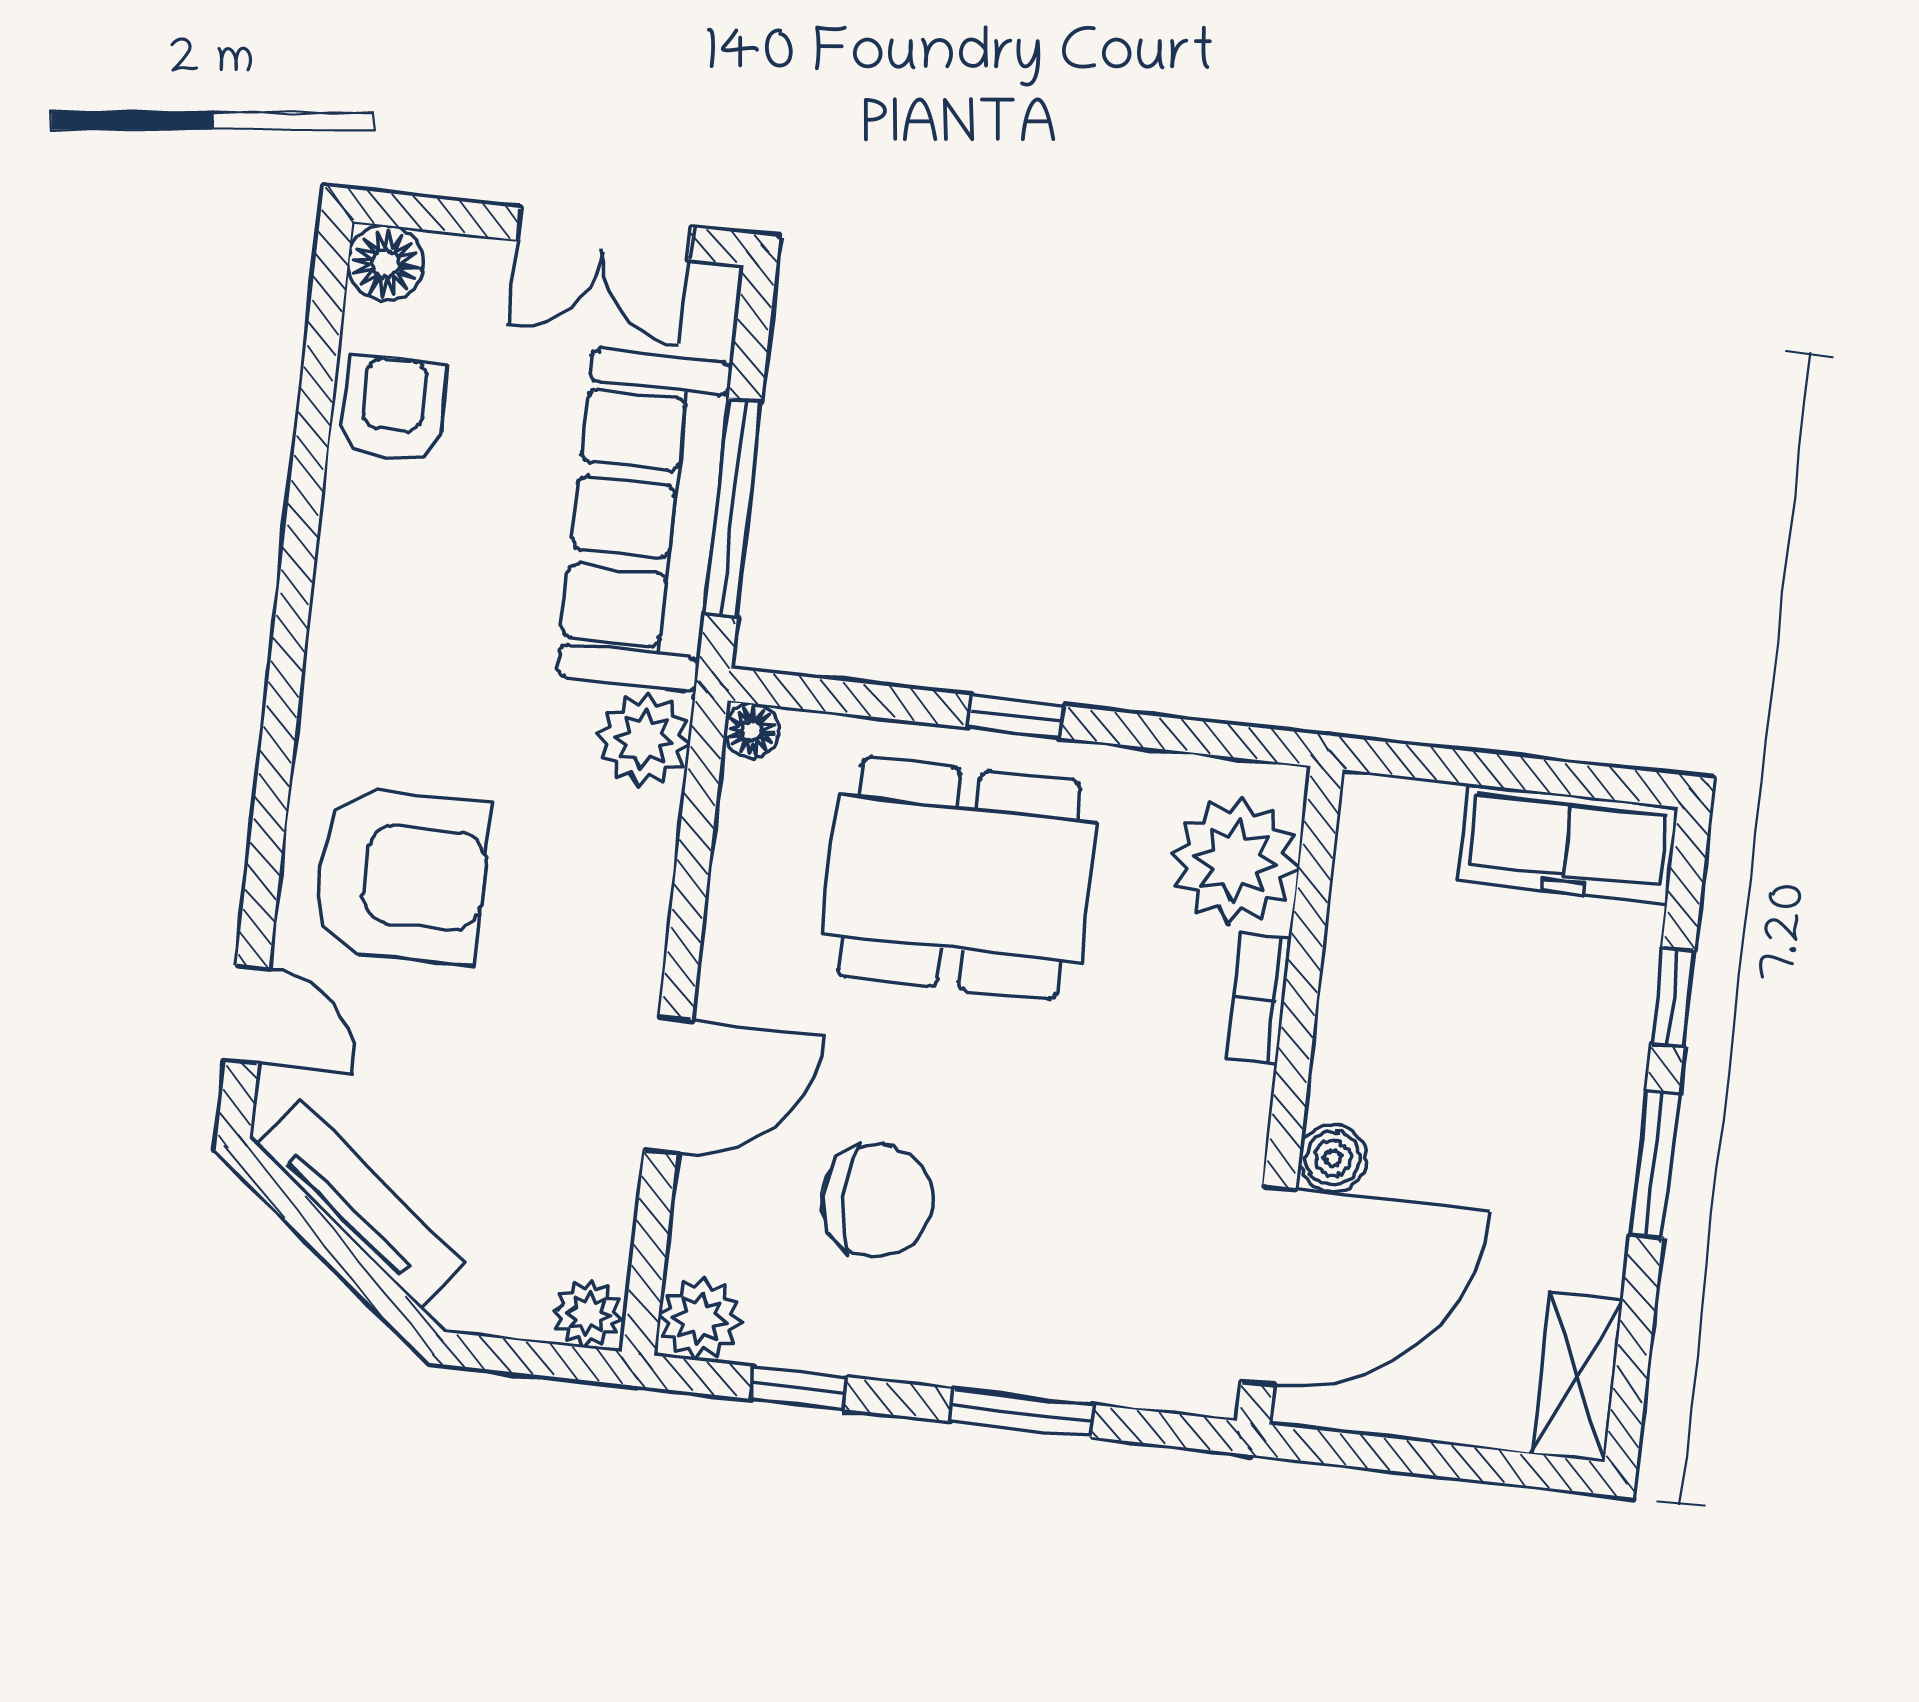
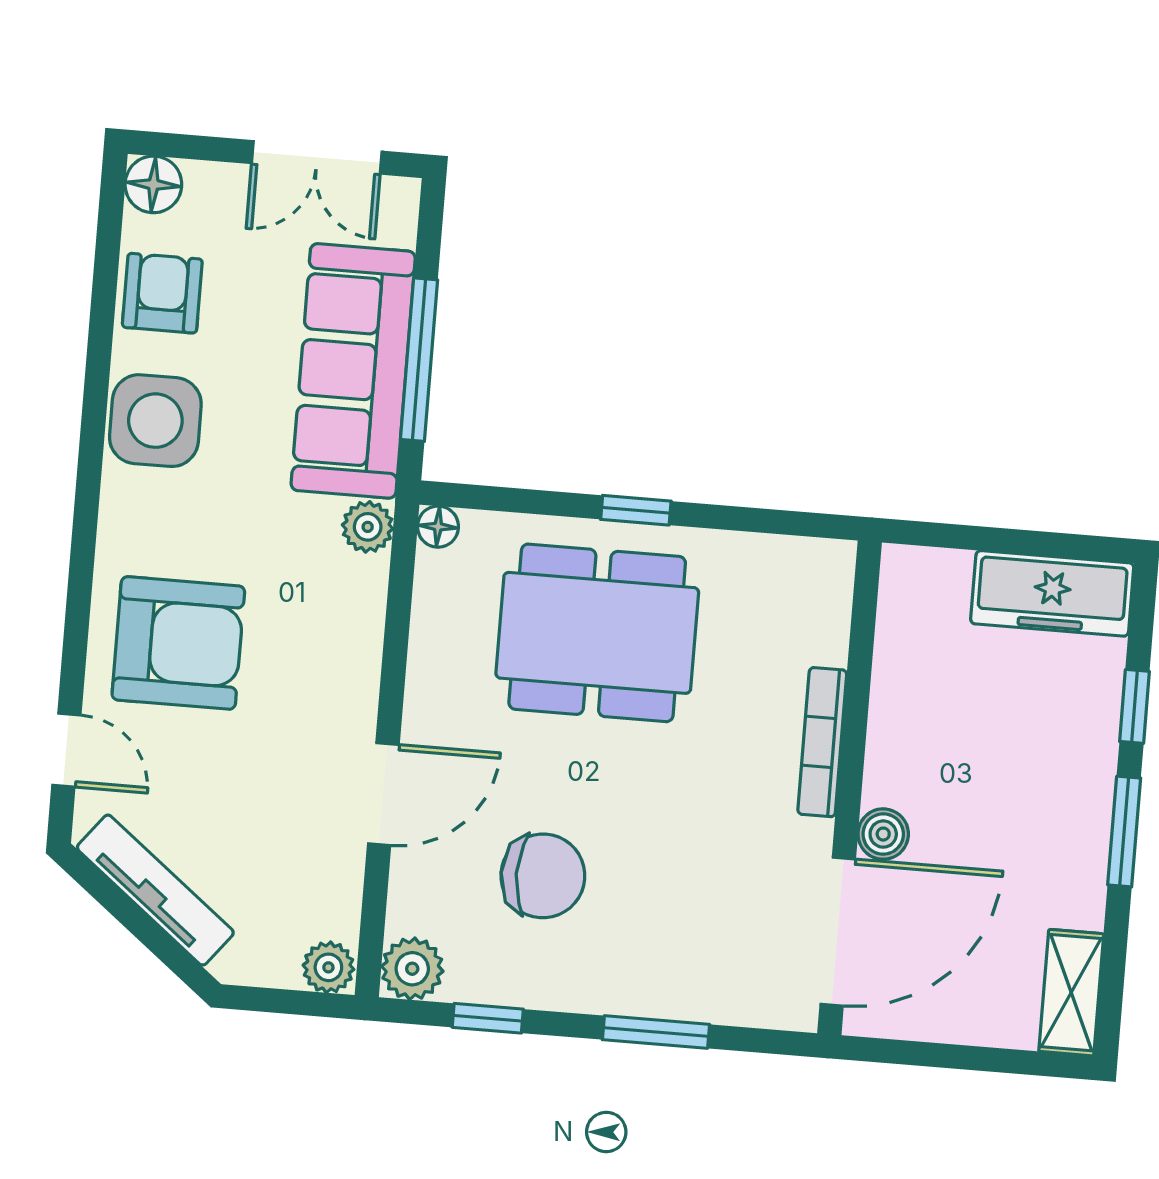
side table: (379, 578) -> (155, 421), added
plant: (644, 739) -> (368, 527), width x0.73, depth x0.73
plant: (1235, 861) -> (803, 614), removed
bookcase: (1259, 998) -> (822, 742), width x1.56

